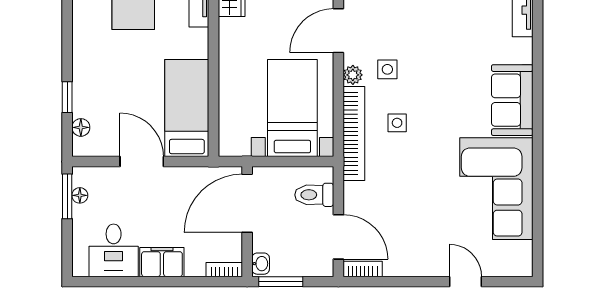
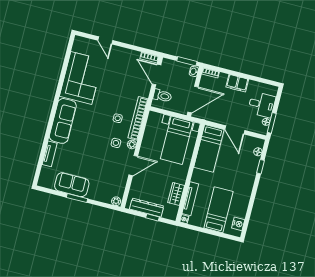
sofa: (512, 100) -> (63, 121), width x1.36
bed with nightstands: (292, 108) -> (177, 140), moved
desk: (114, 250) -> (262, 105), moved, turned 90

